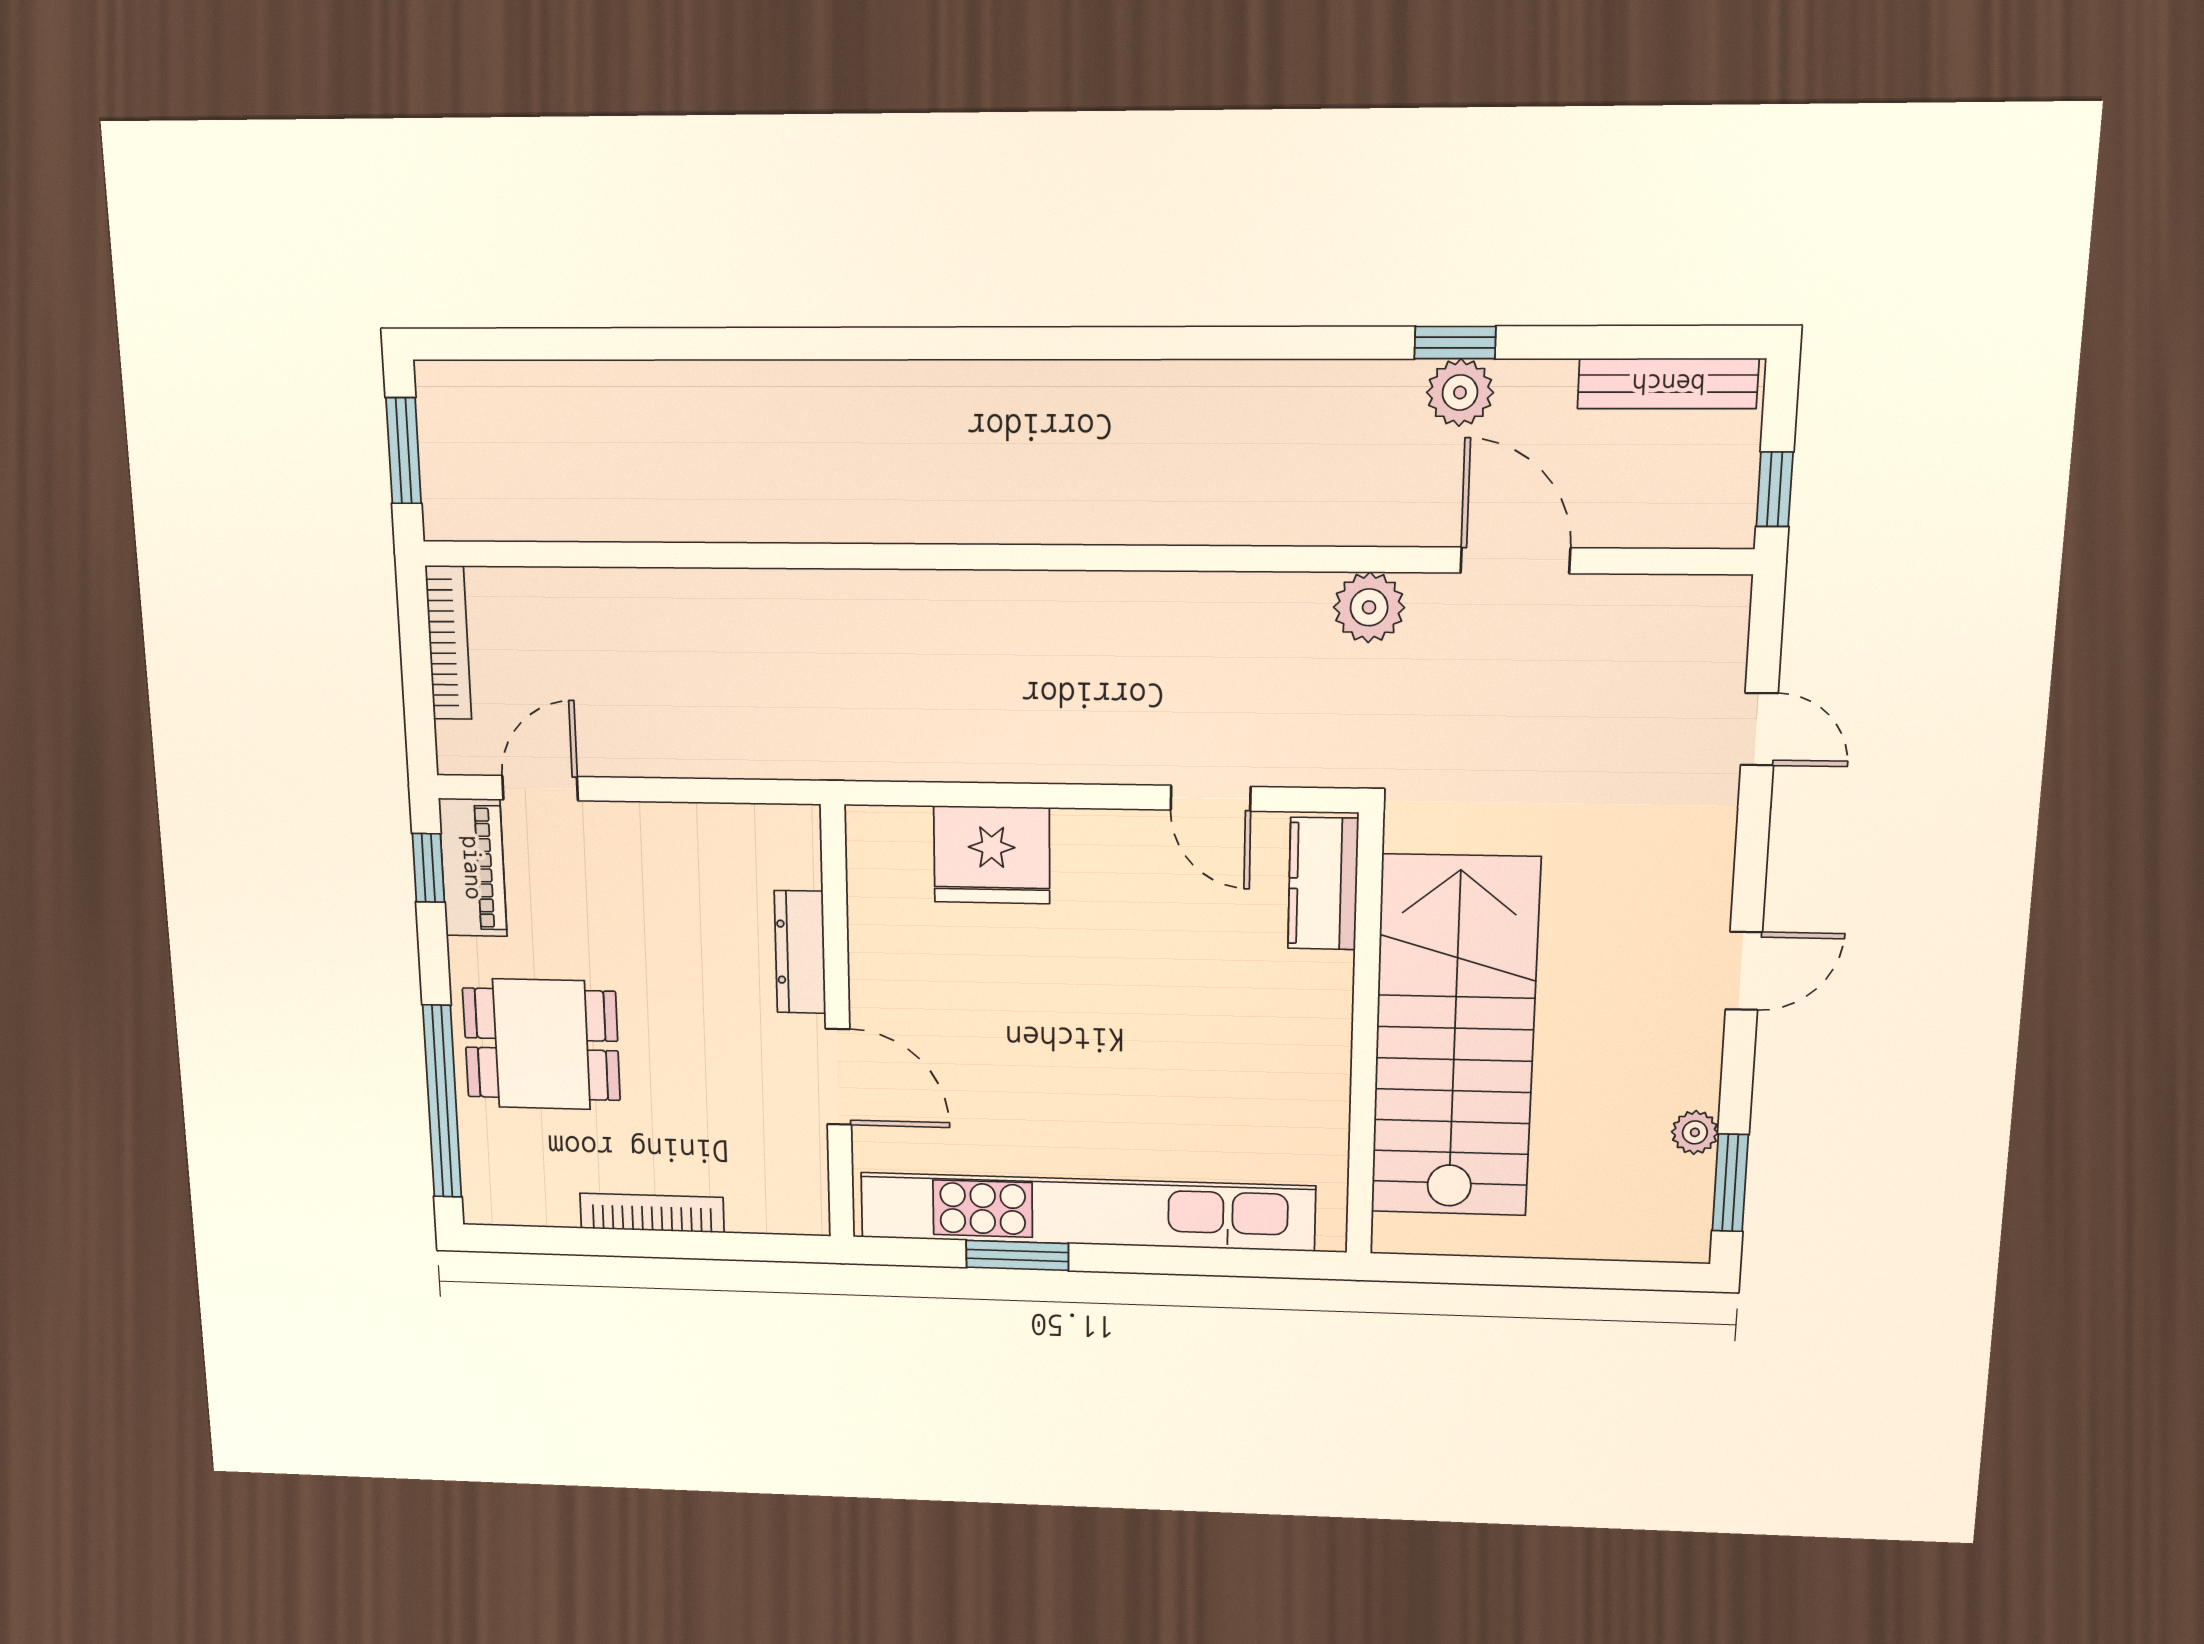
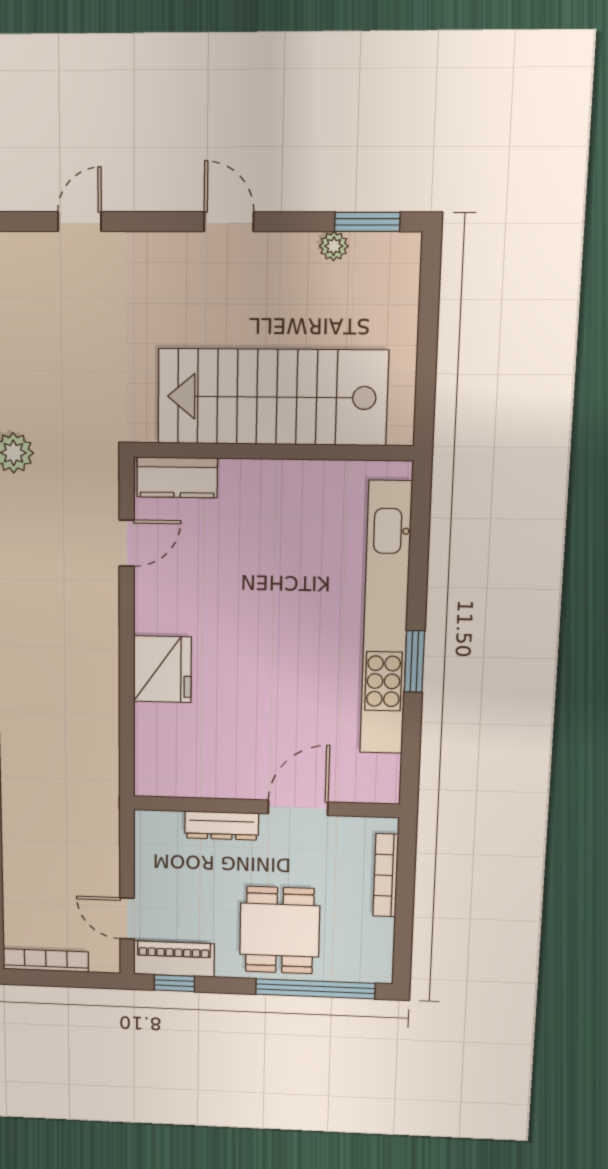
dresser: (800, 952) -> (222, 825), moved
wall: (837, 1025) -> (266, 807), moved
door: (838, 1077) -> (298, 808), moved

